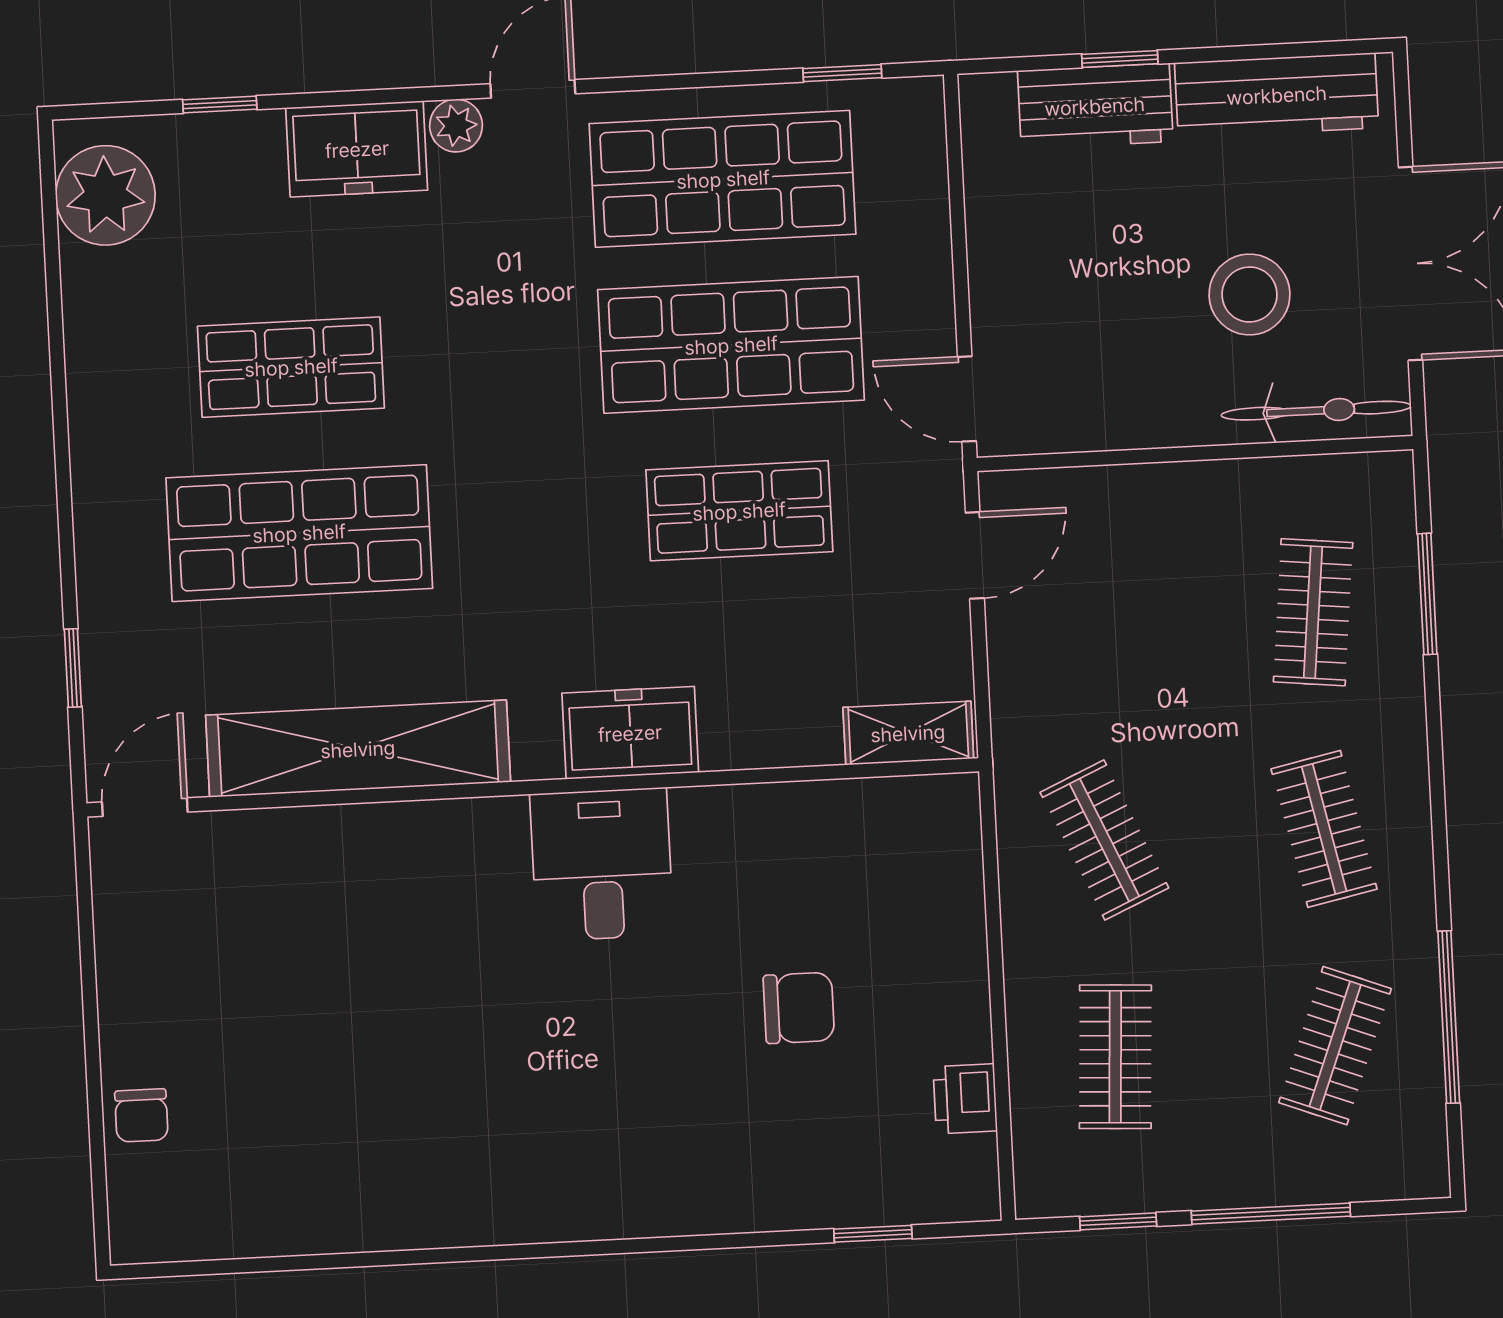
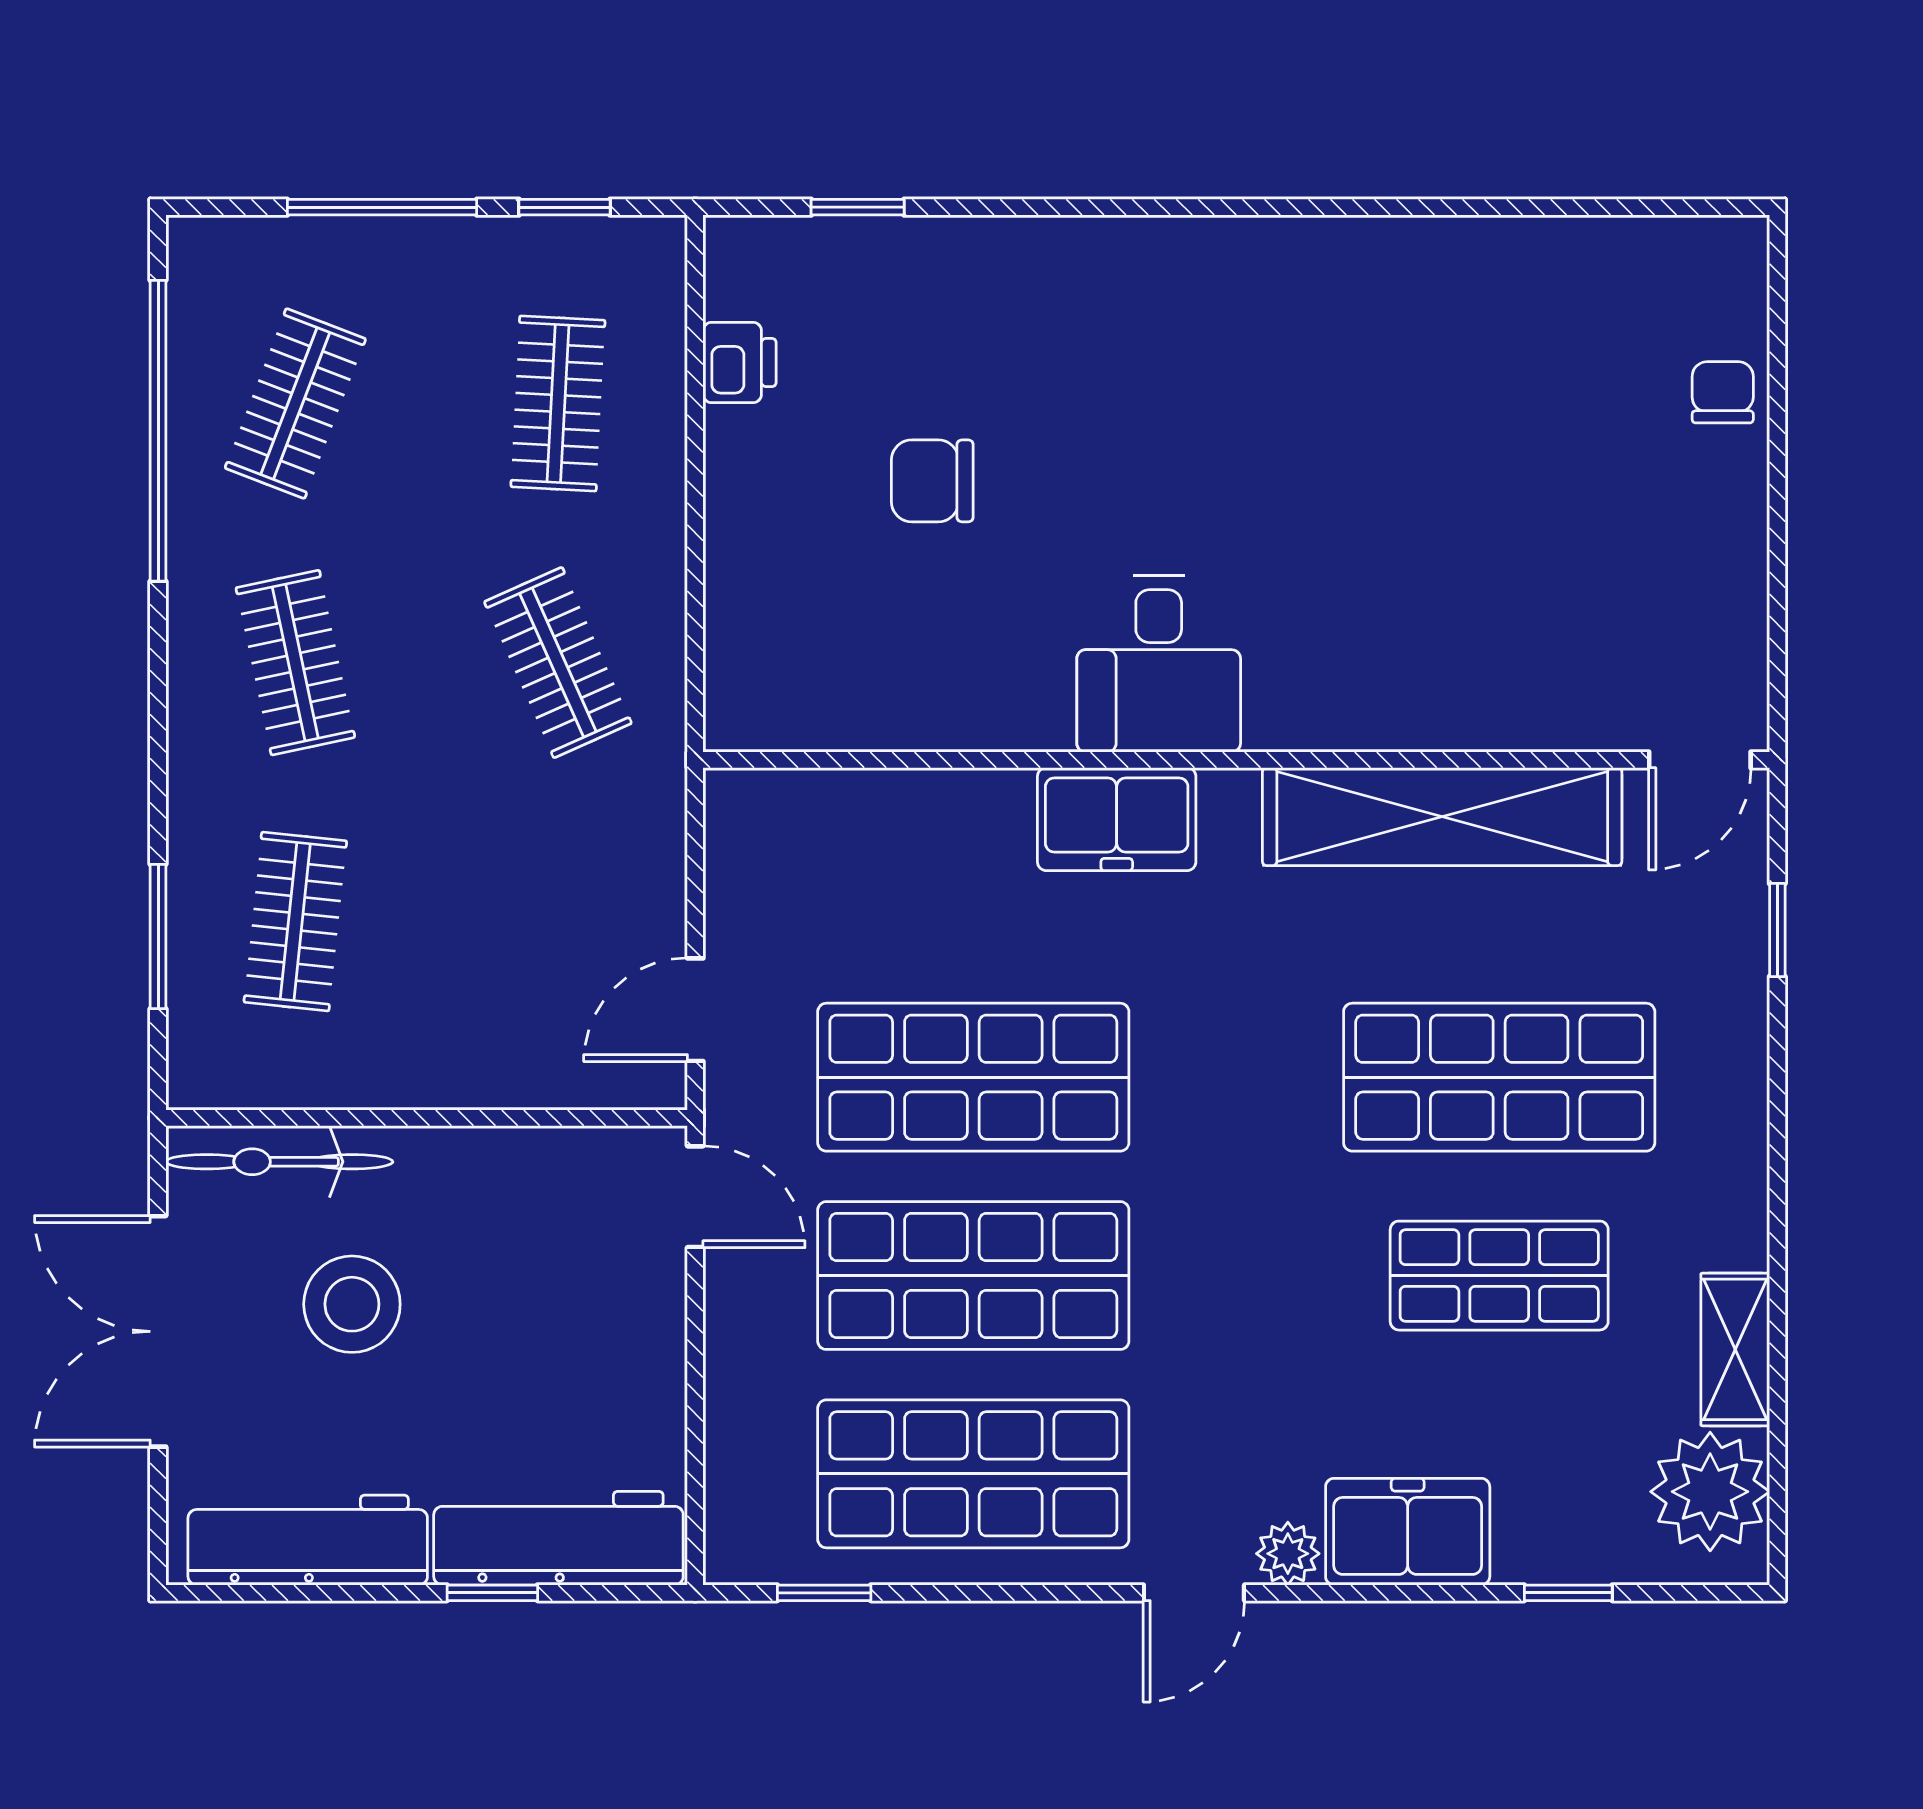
workbench: (1095, 106) -> (558, 1538), width x1.38
shop shelf: (739, 511) -> (973, 1077), width x1.43, depth x1.36
shelving: (908, 733) -> (1735, 1349), moved, turned 90
window: (1449, 1017) -> (158, 431), width x1.46

